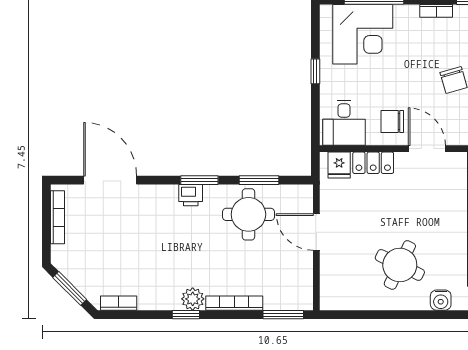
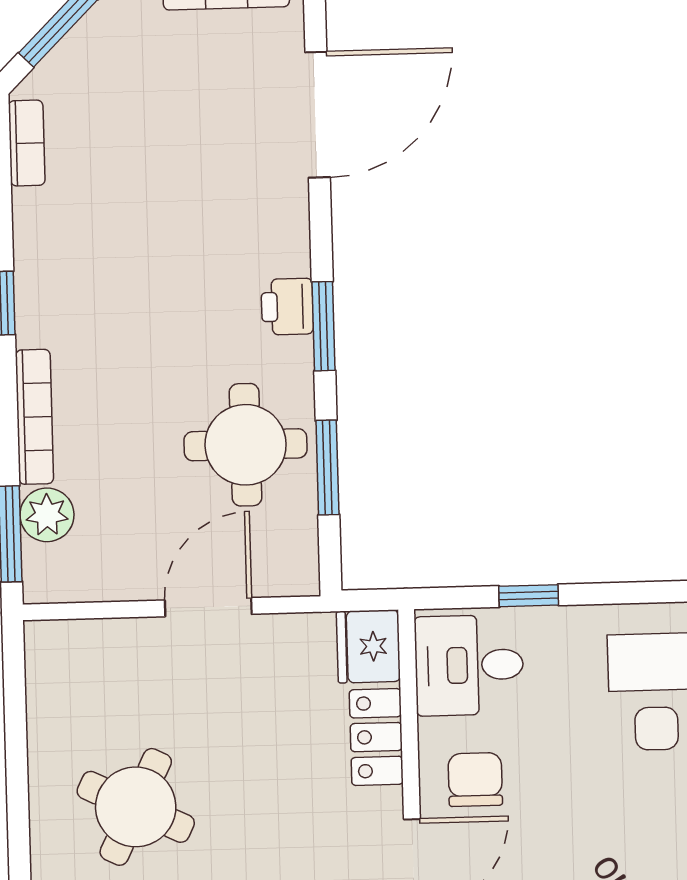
window: (315, 71) -> (529, 596), moved
fridge: (339, 165) -> (368, 646), width x1.38
plant: (193, 299) -> (47, 515), moved

